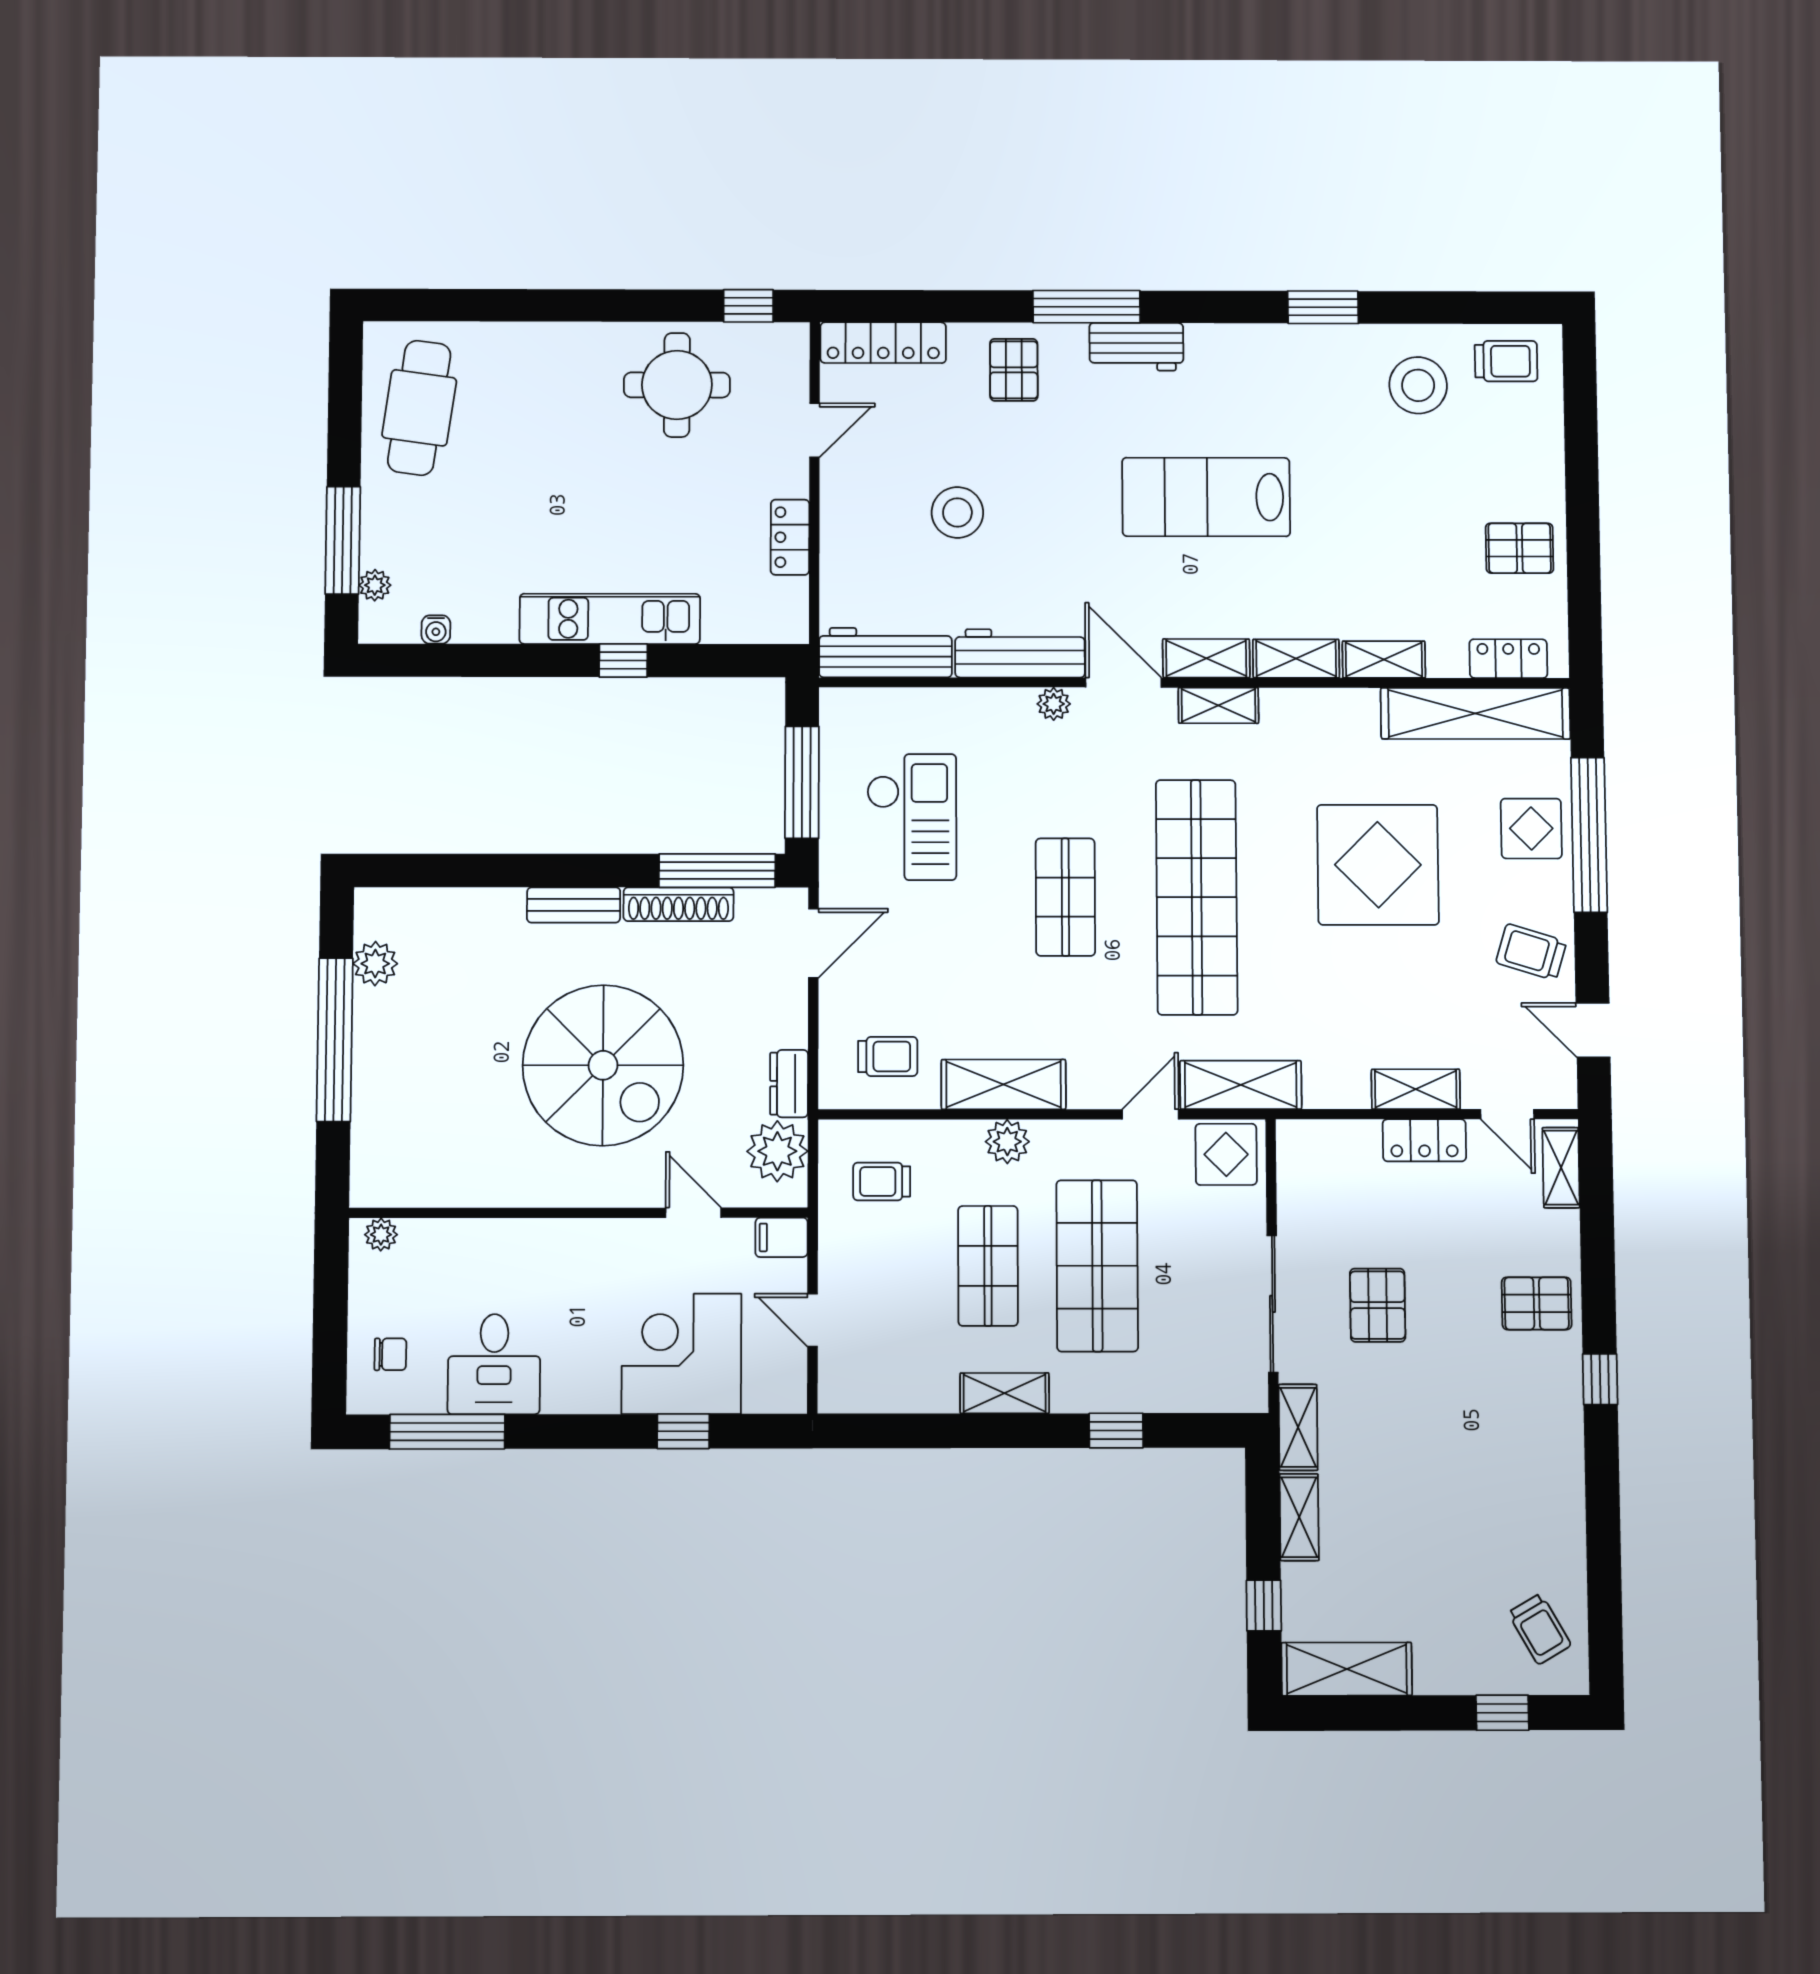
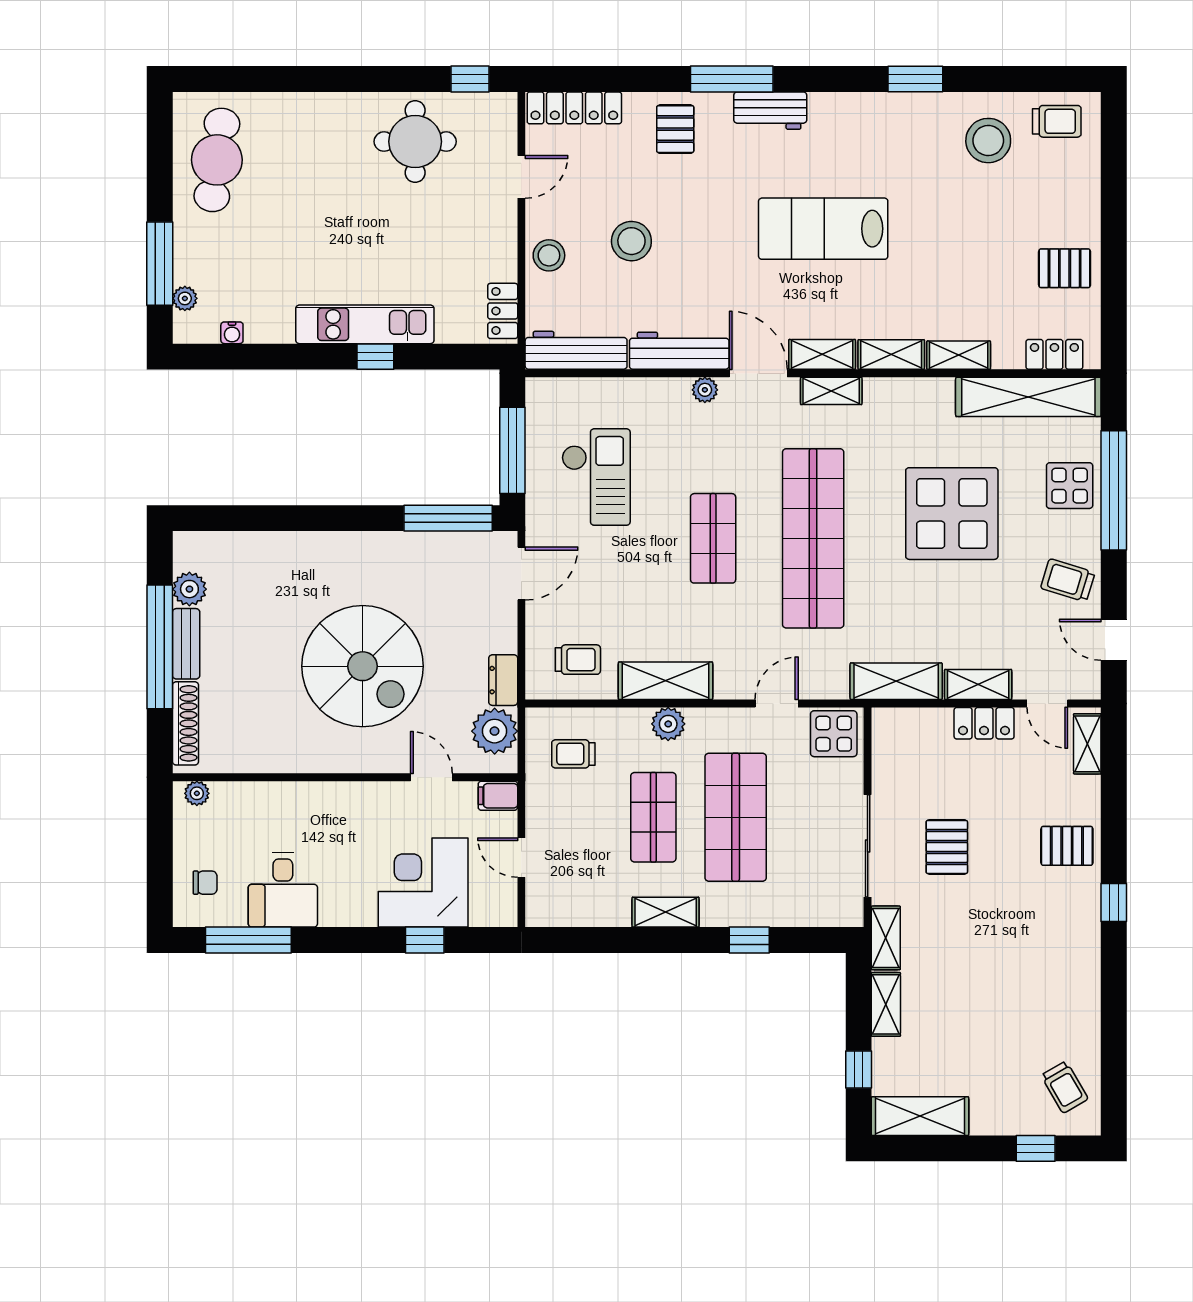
stool: (850, 531) -> (549, 255), added
locker: (790, 537) -> (503, 311), moved
shoe rack: (679, 904) -> (185, 723), moved, turned -90
bench: (574, 905) -> (186, 644), moved, turned 90
shelving: (1241, 1085) -> (896, 681), moved

